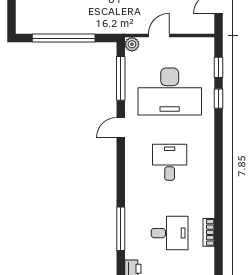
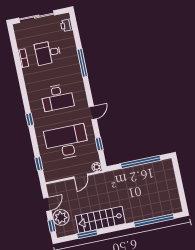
window: (121, 78) -> (99, 144), width x0.46
window: (219, 99) -> (30, 119), moved
desk: (170, 162) -> (57, 97), width x1.37
window: (121, 229) -> (82, 63), moved

